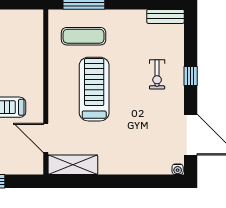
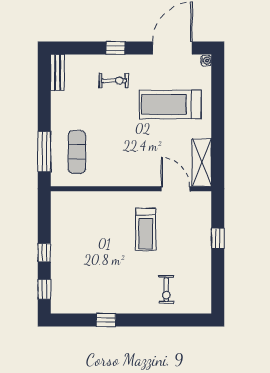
treadmill: (94, 89) -> (170, 104), moved
door: (46, 138) -> (176, 189), swing flipped

